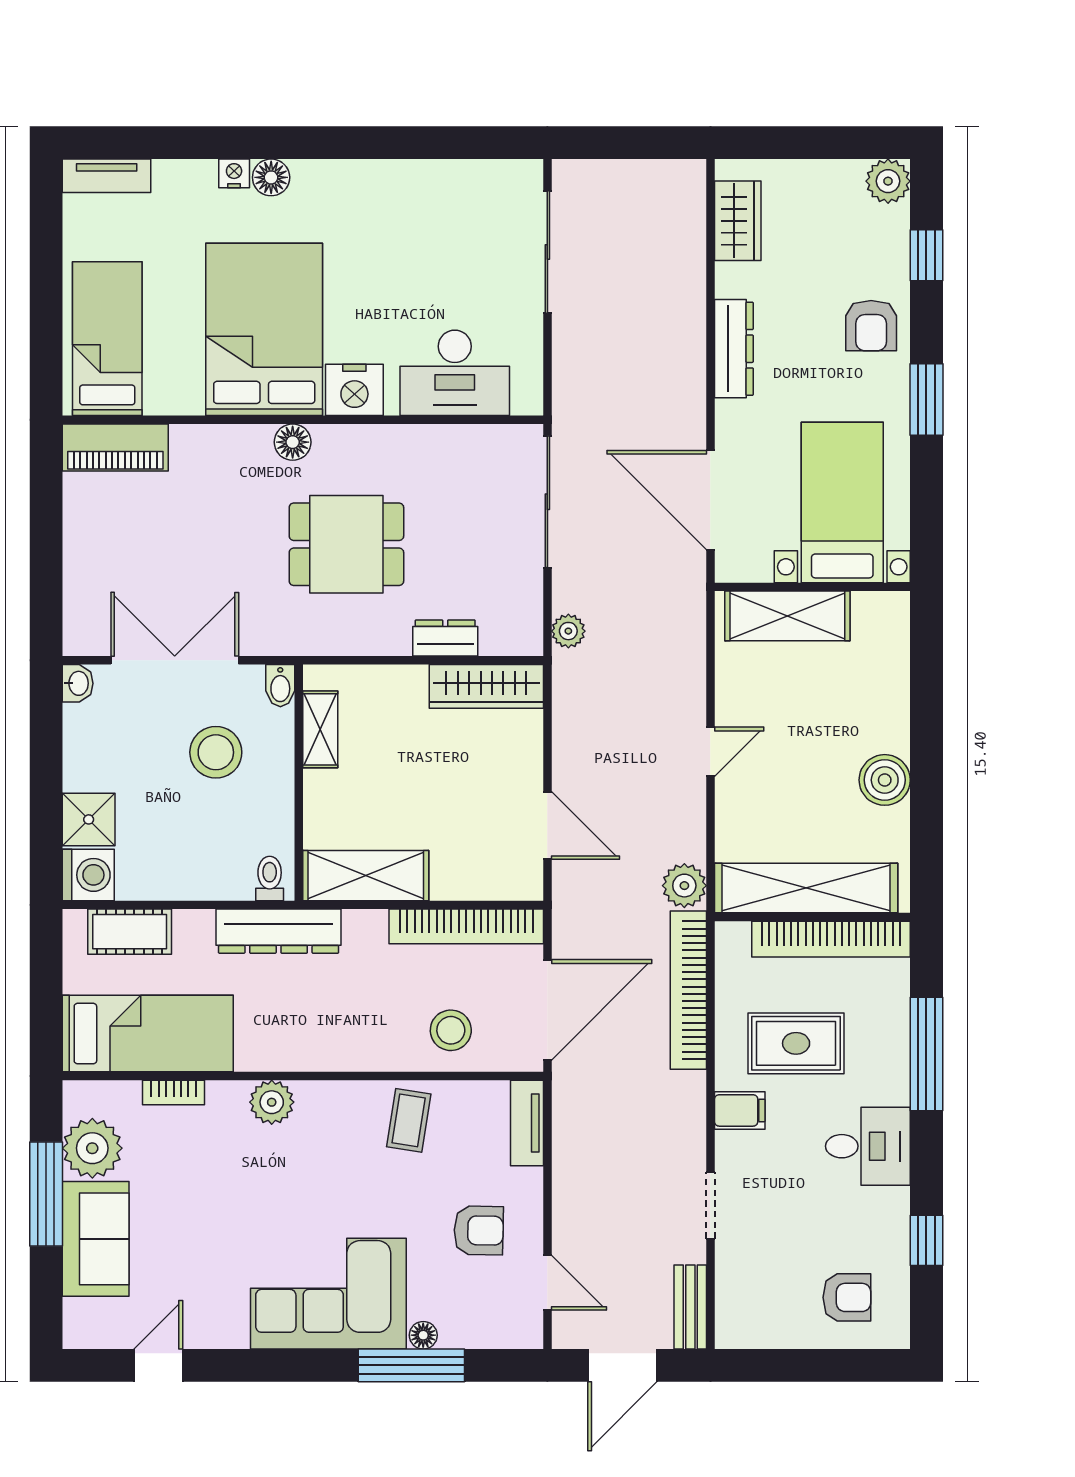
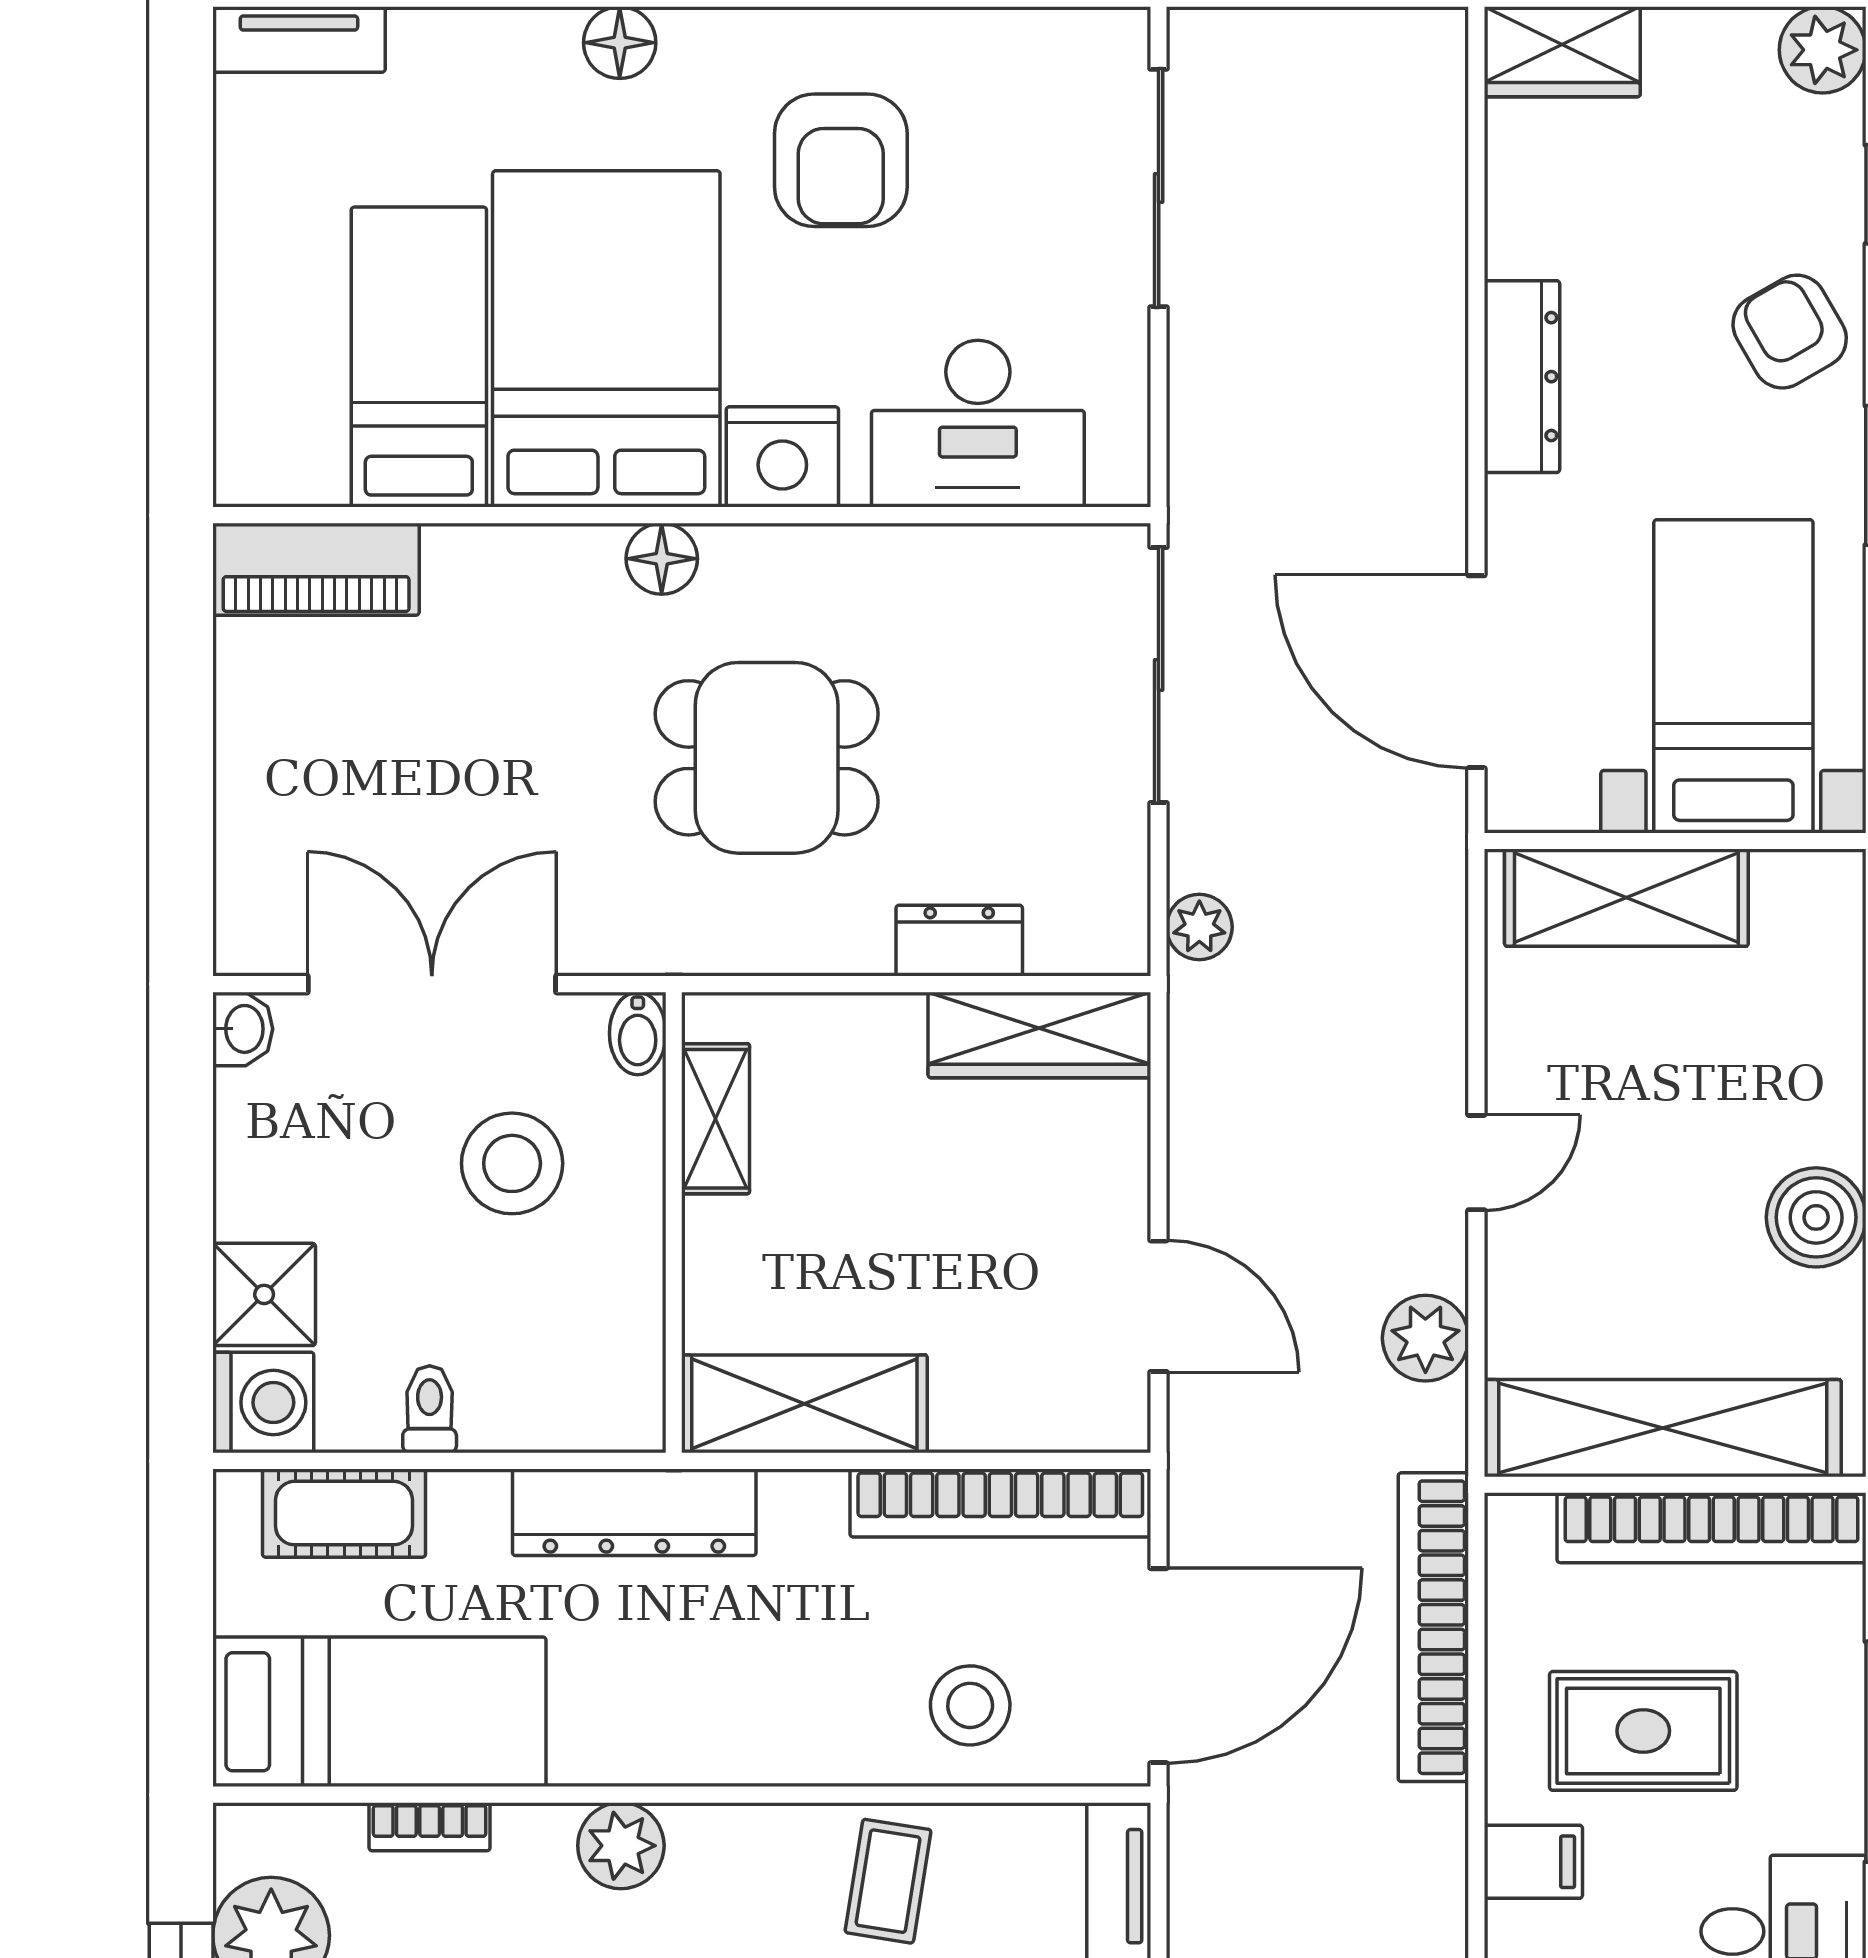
nightstand: (234, 173) -> (547, 35), removed
wardrobe: (738, 221) -> (1562, 52), moved, turned 90
armchair: (384, 238) -> (841, 160), added
armchair: (871, 326) -> (1790, 332), turned 150
bed: (107, 339) -> (419, 357), moved
toilet: (270, 878) -> (430, 1409), moved
plant: (684, 886) -> (1425, 1338), moved

